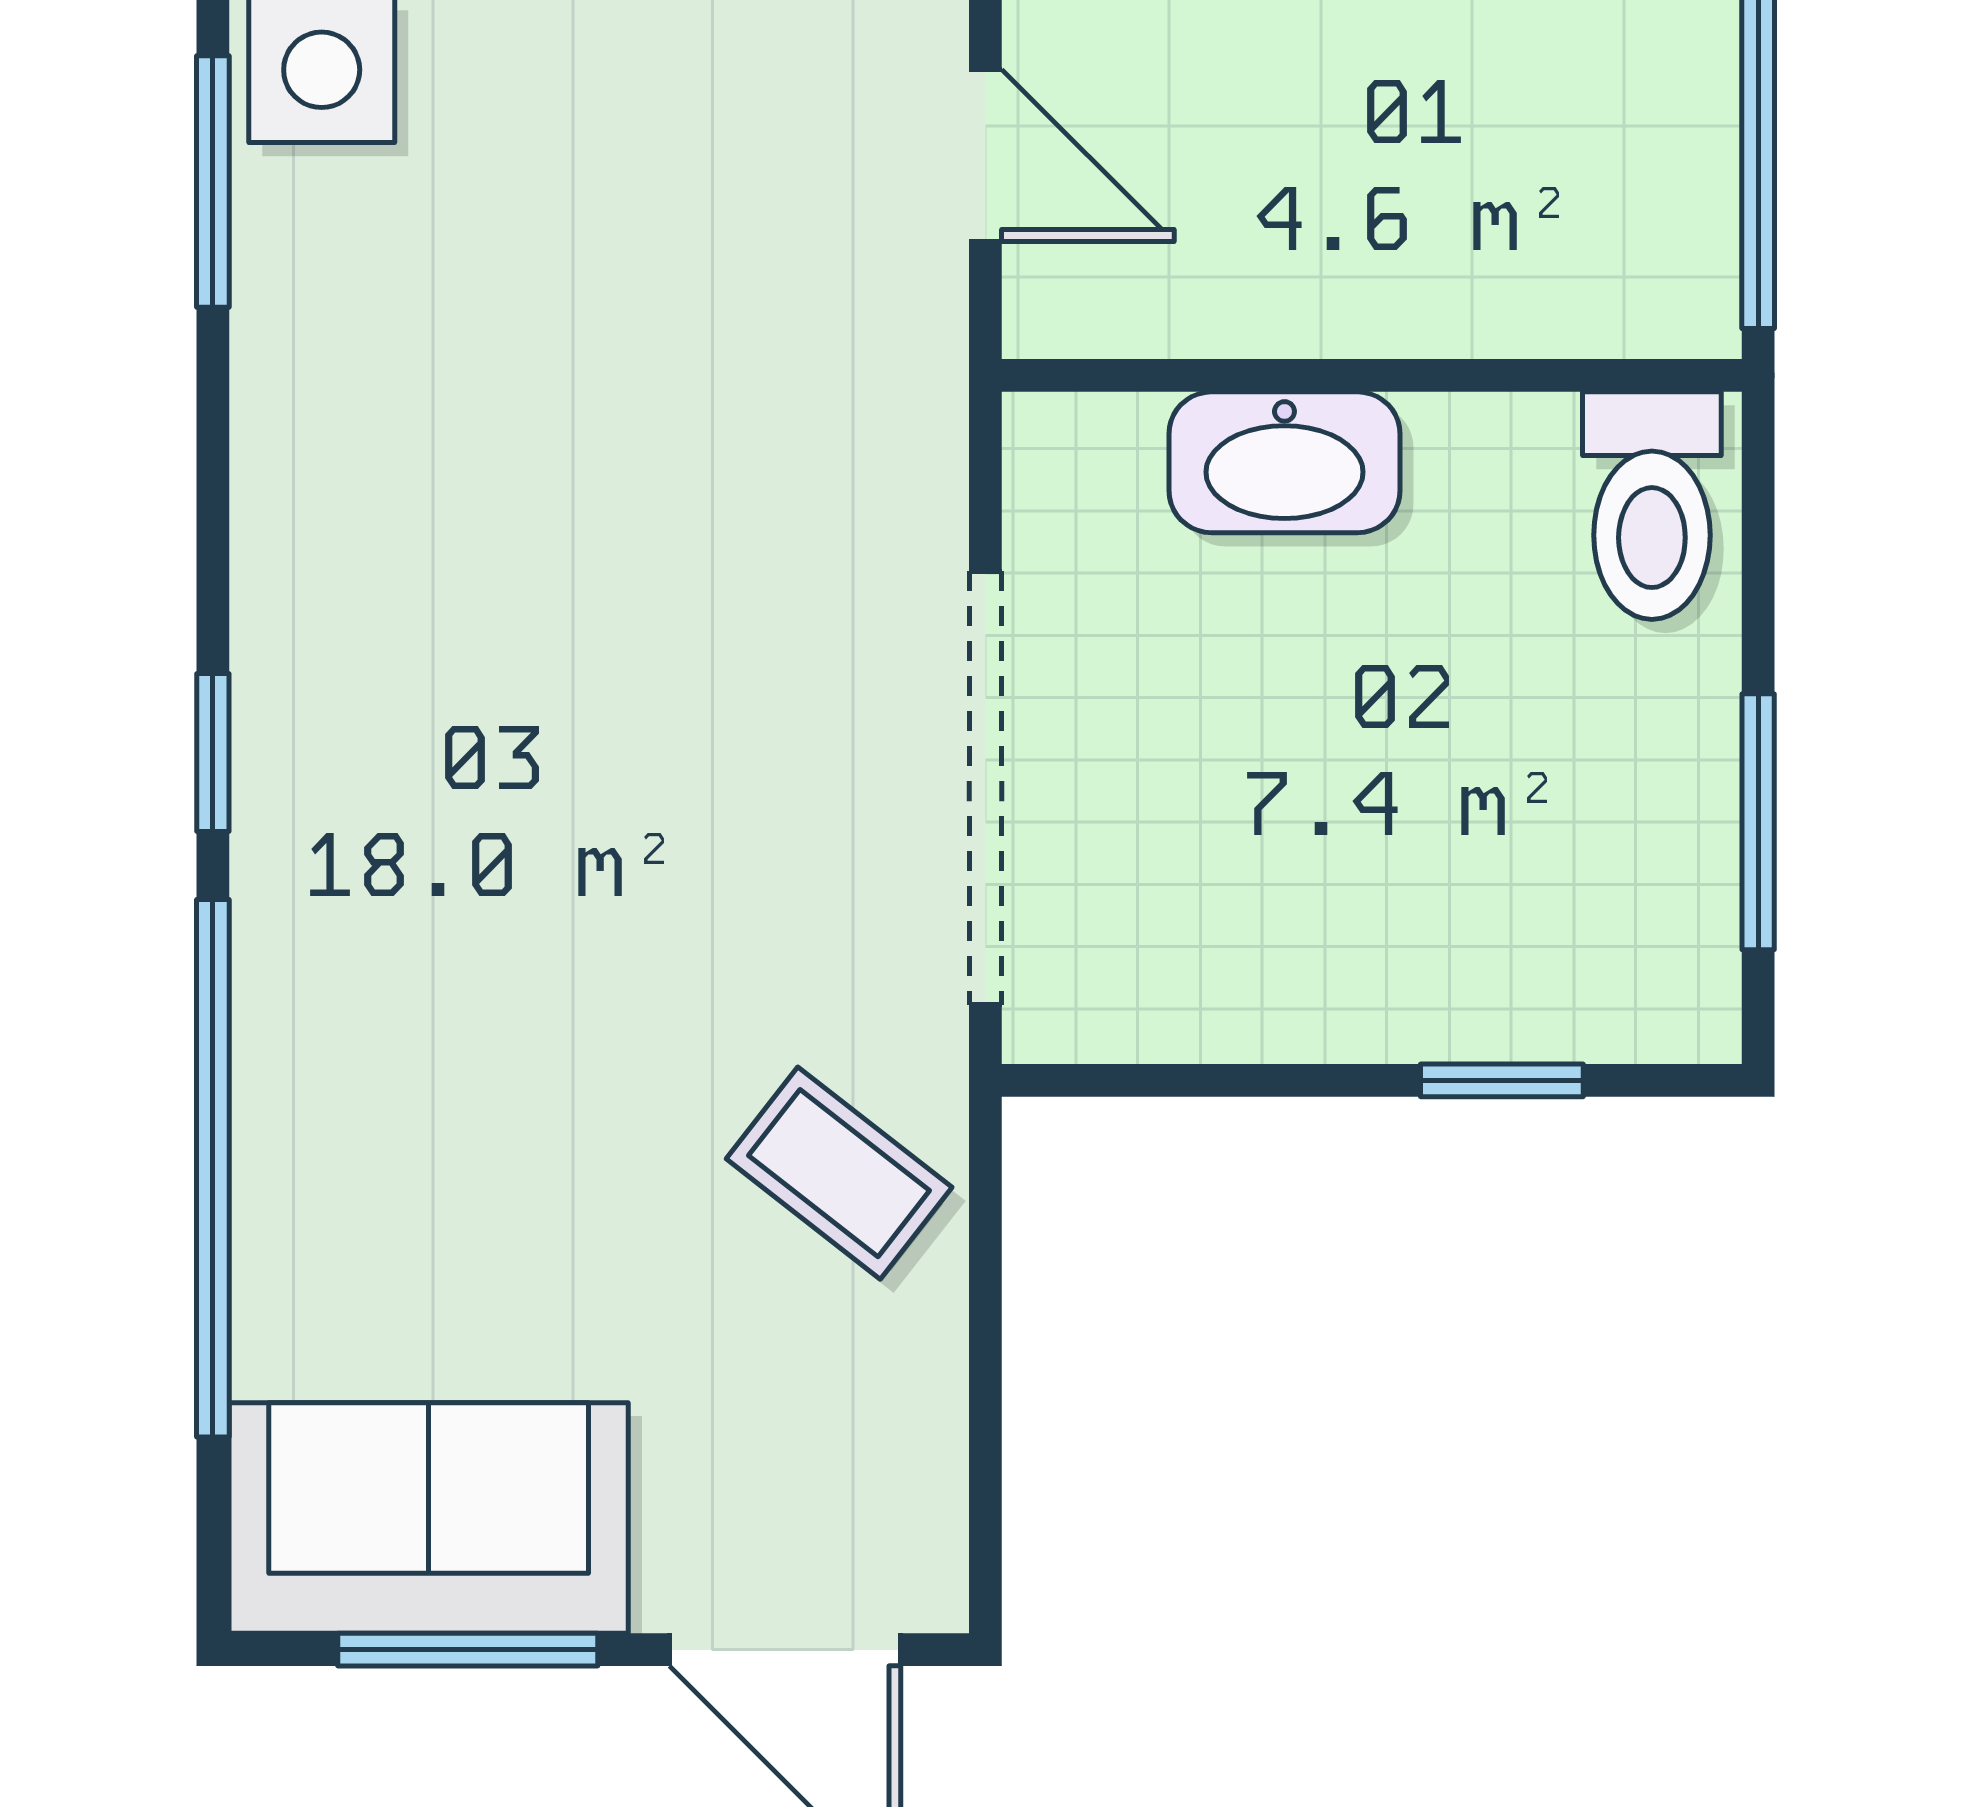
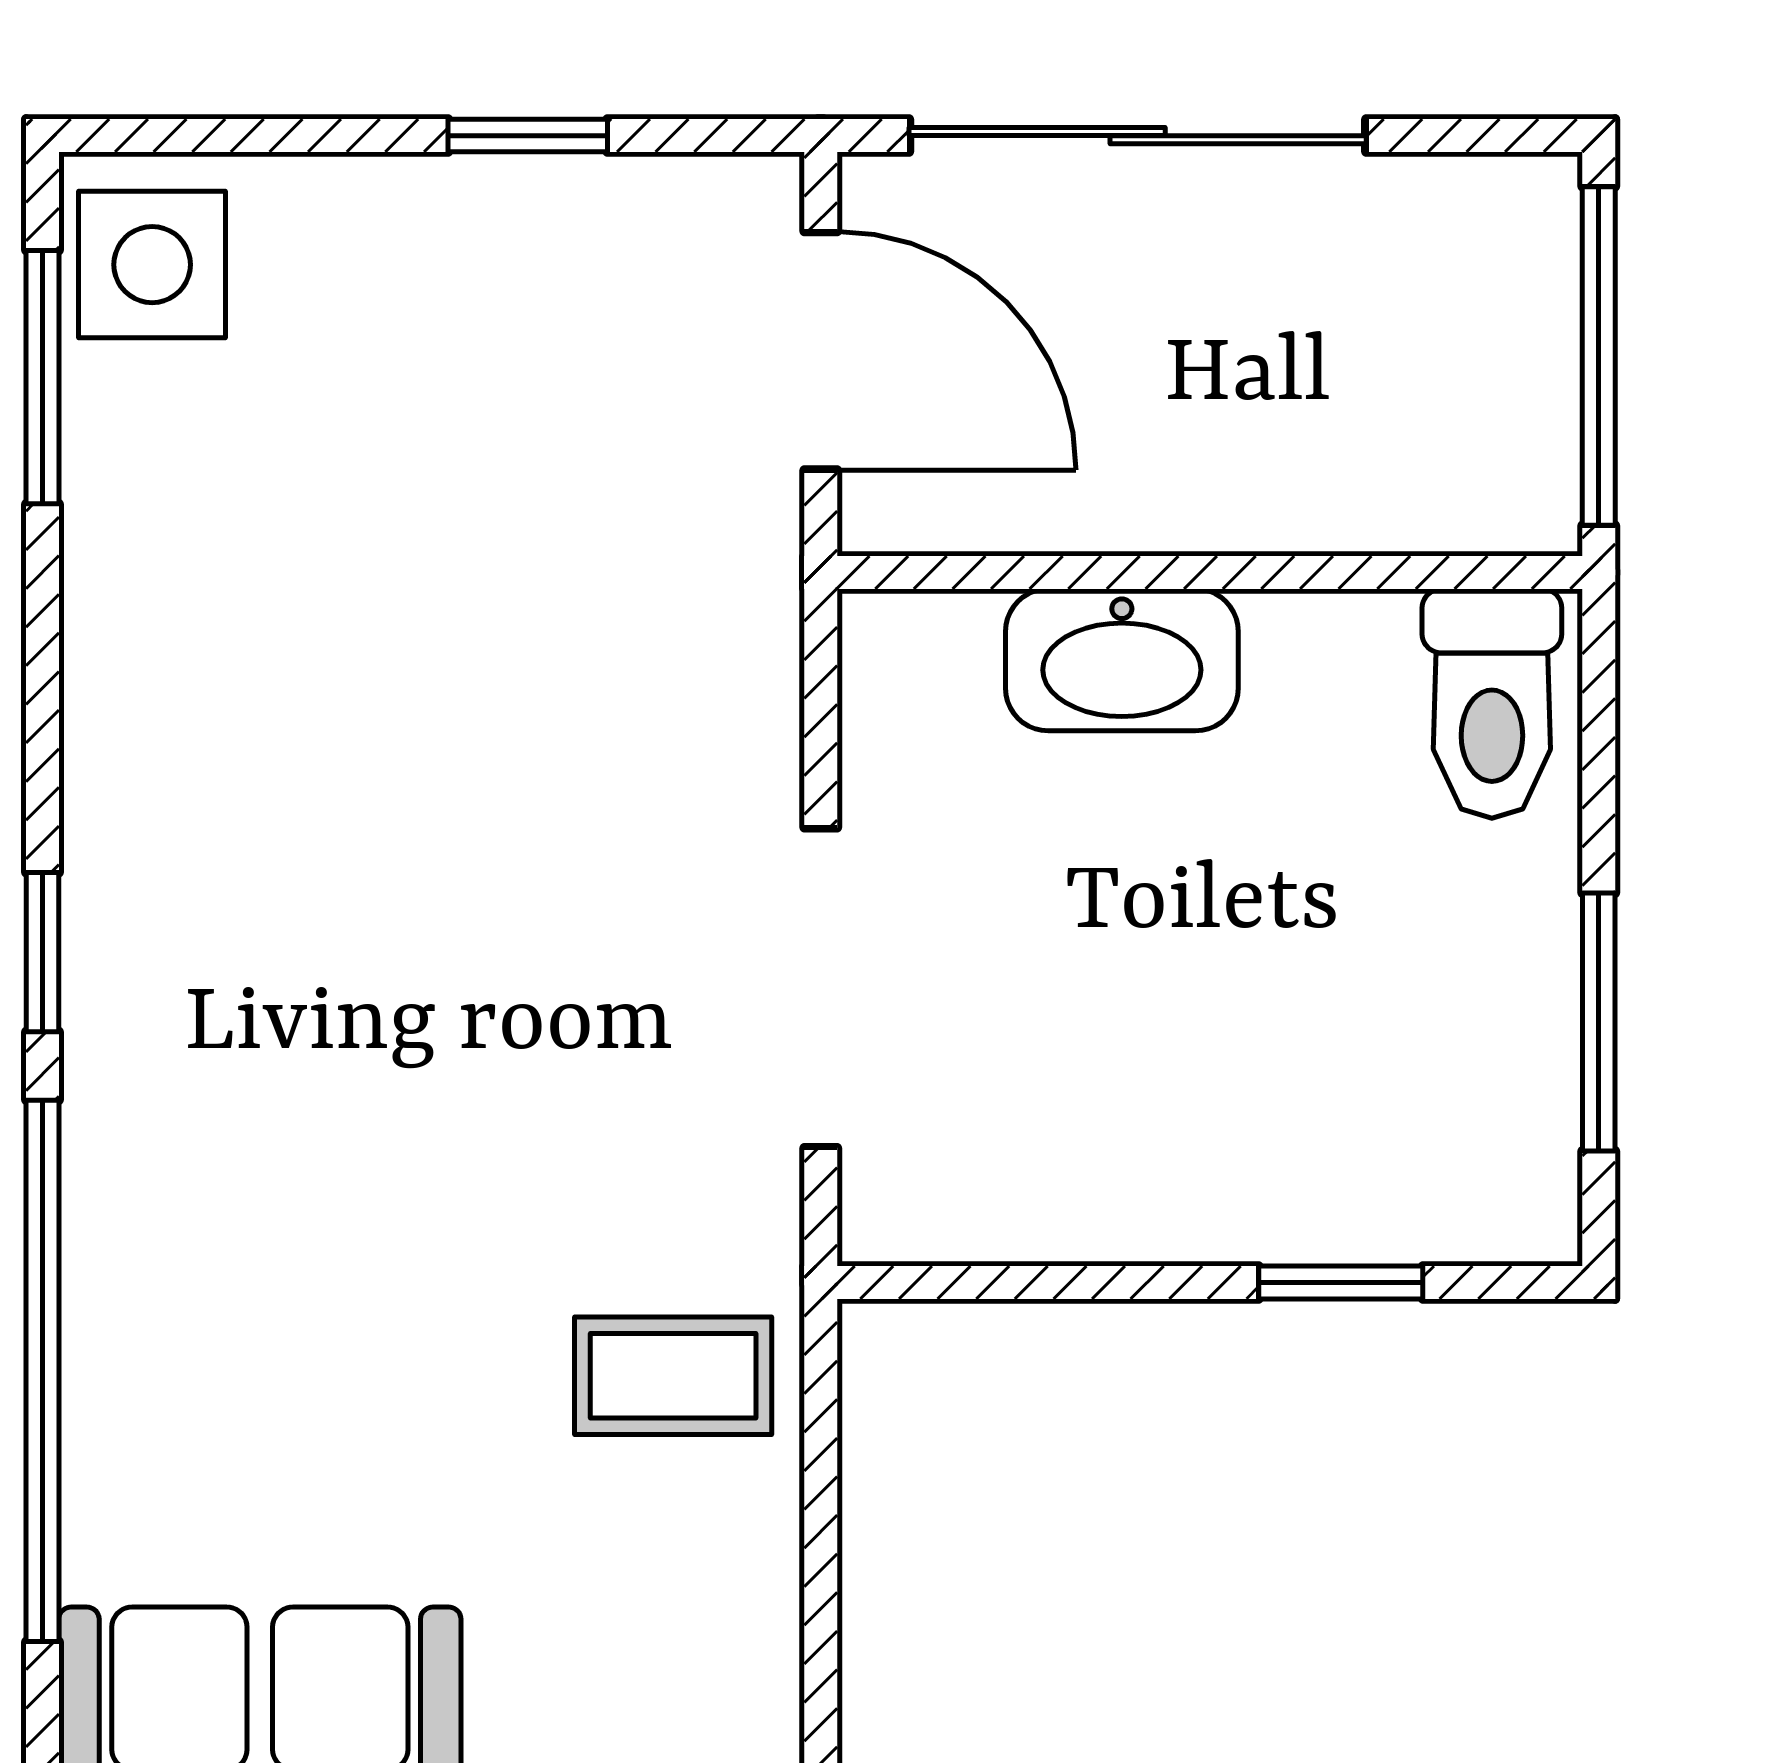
door: (985, 155) -> (821, 351), width x1.38
doorway: (985, 788) -> (821, 988), width x0.73
coffee table: (839, 1173) -> (673, 1376), turned -38

